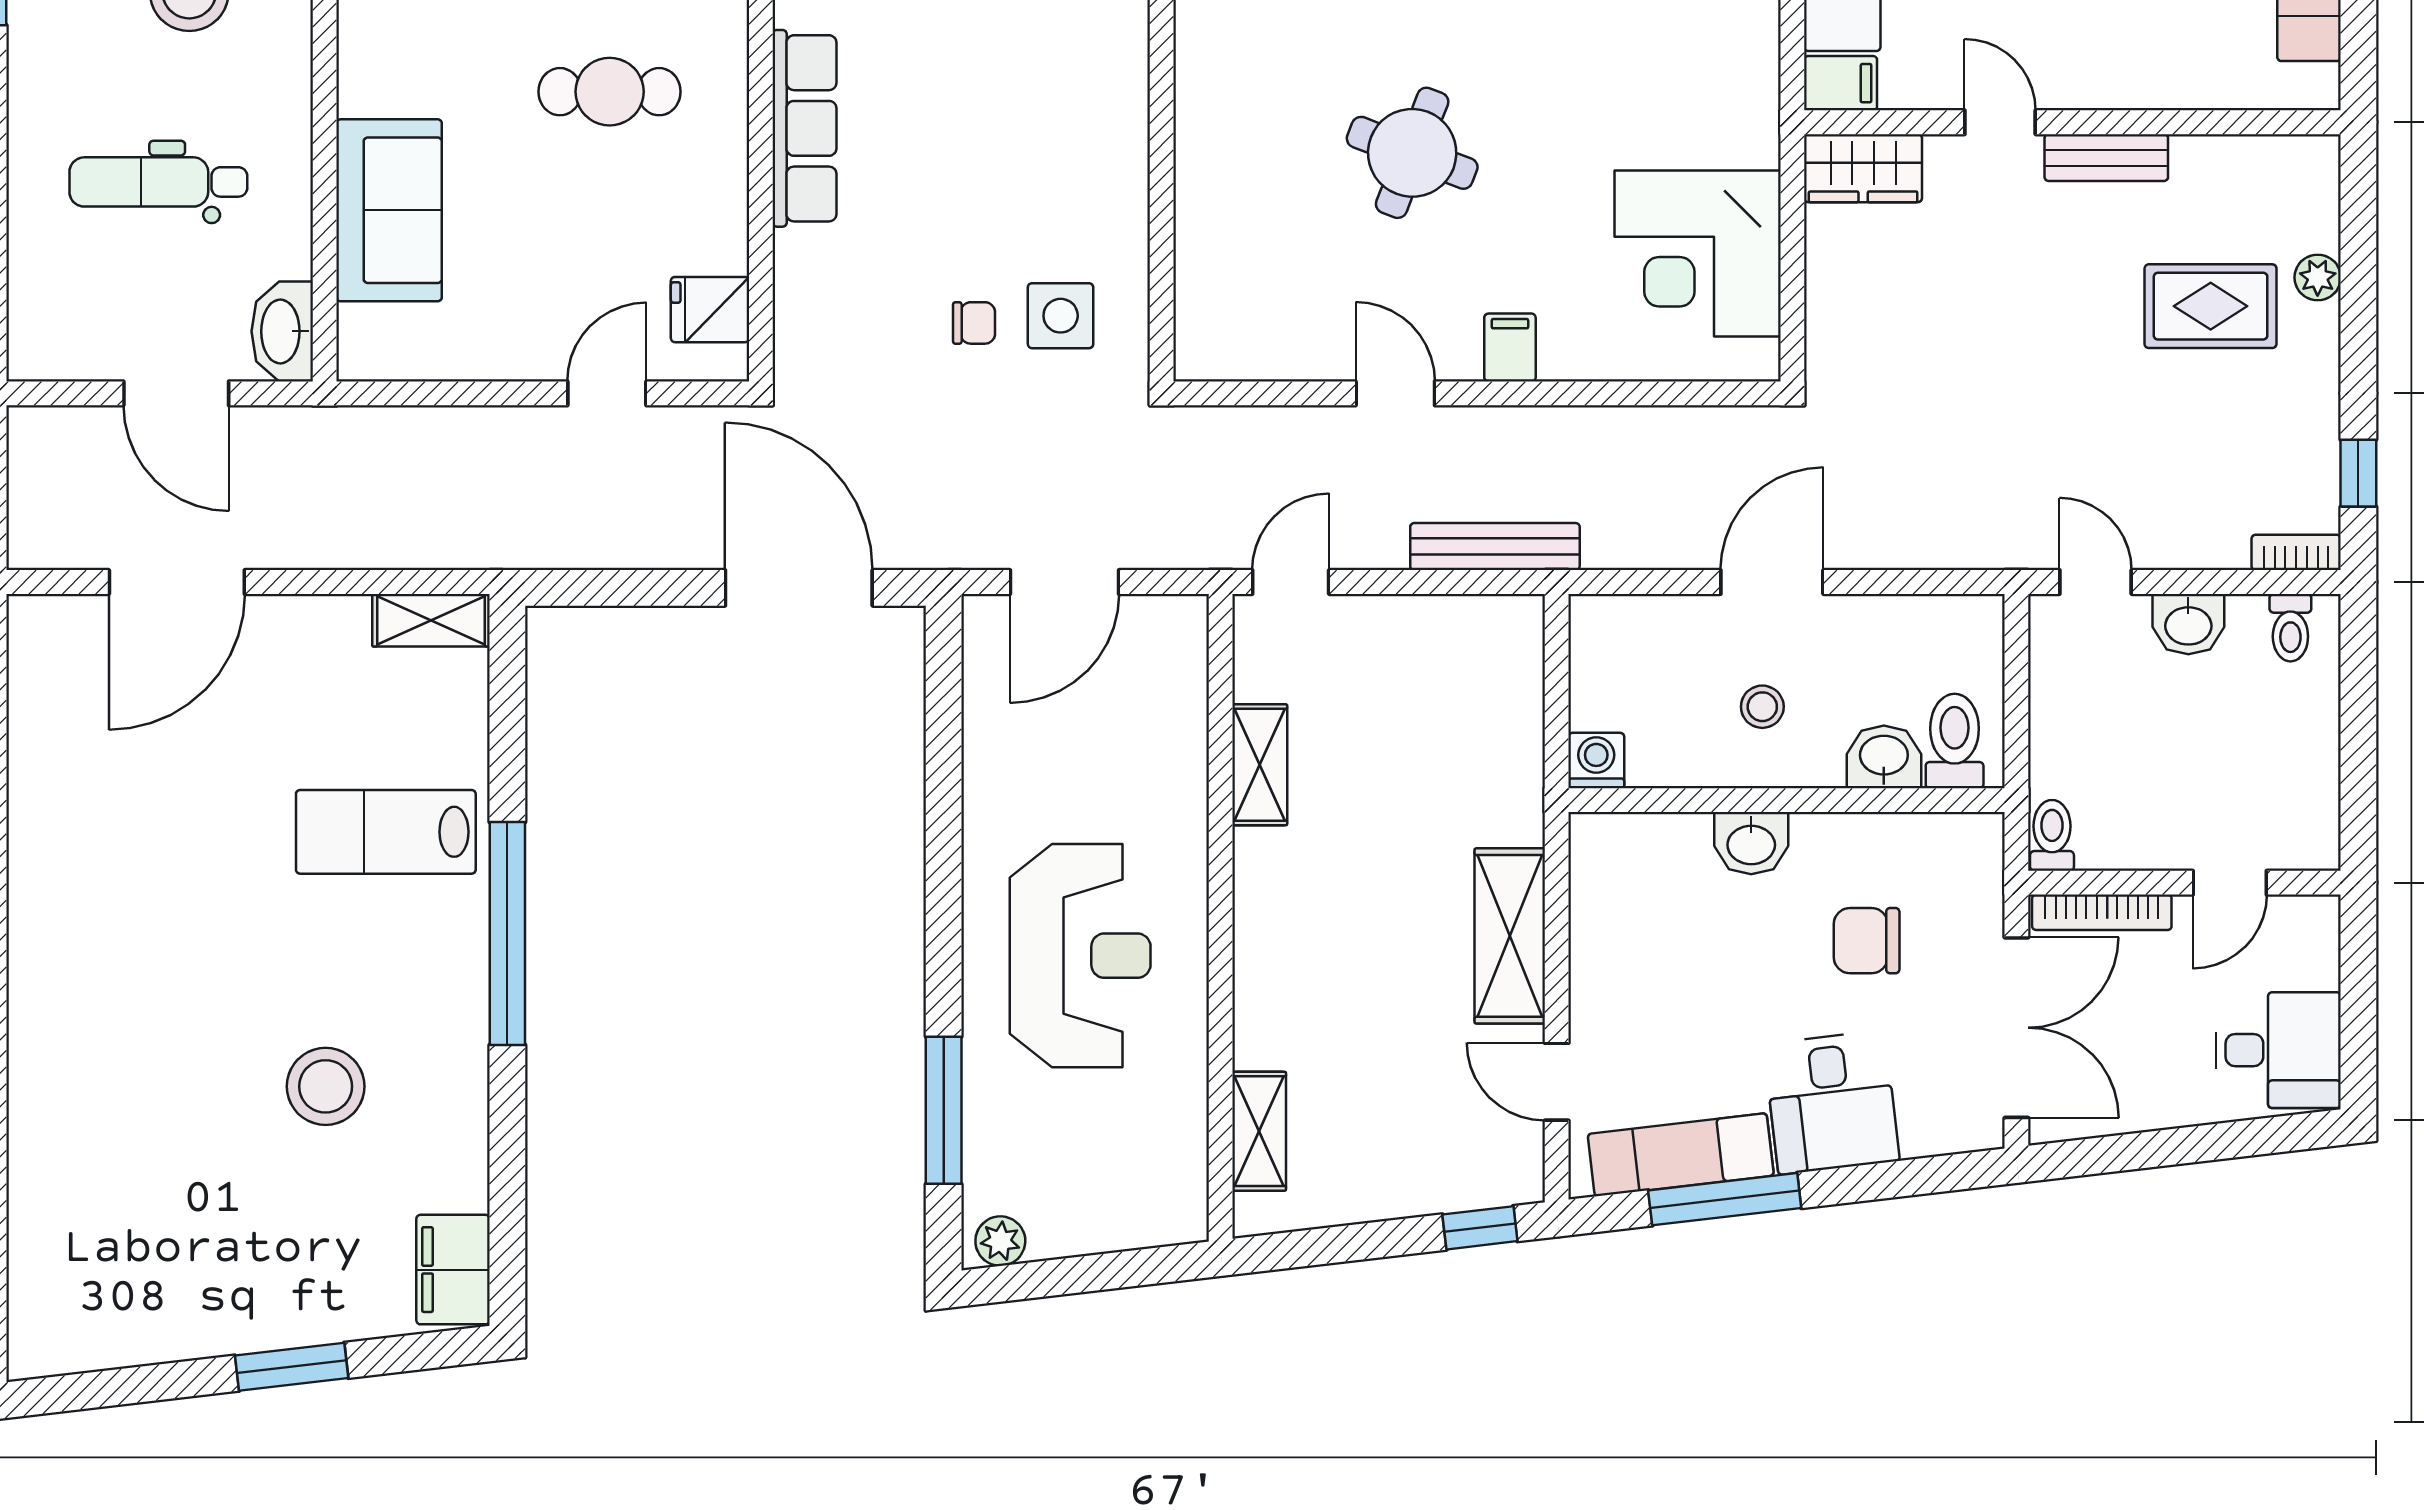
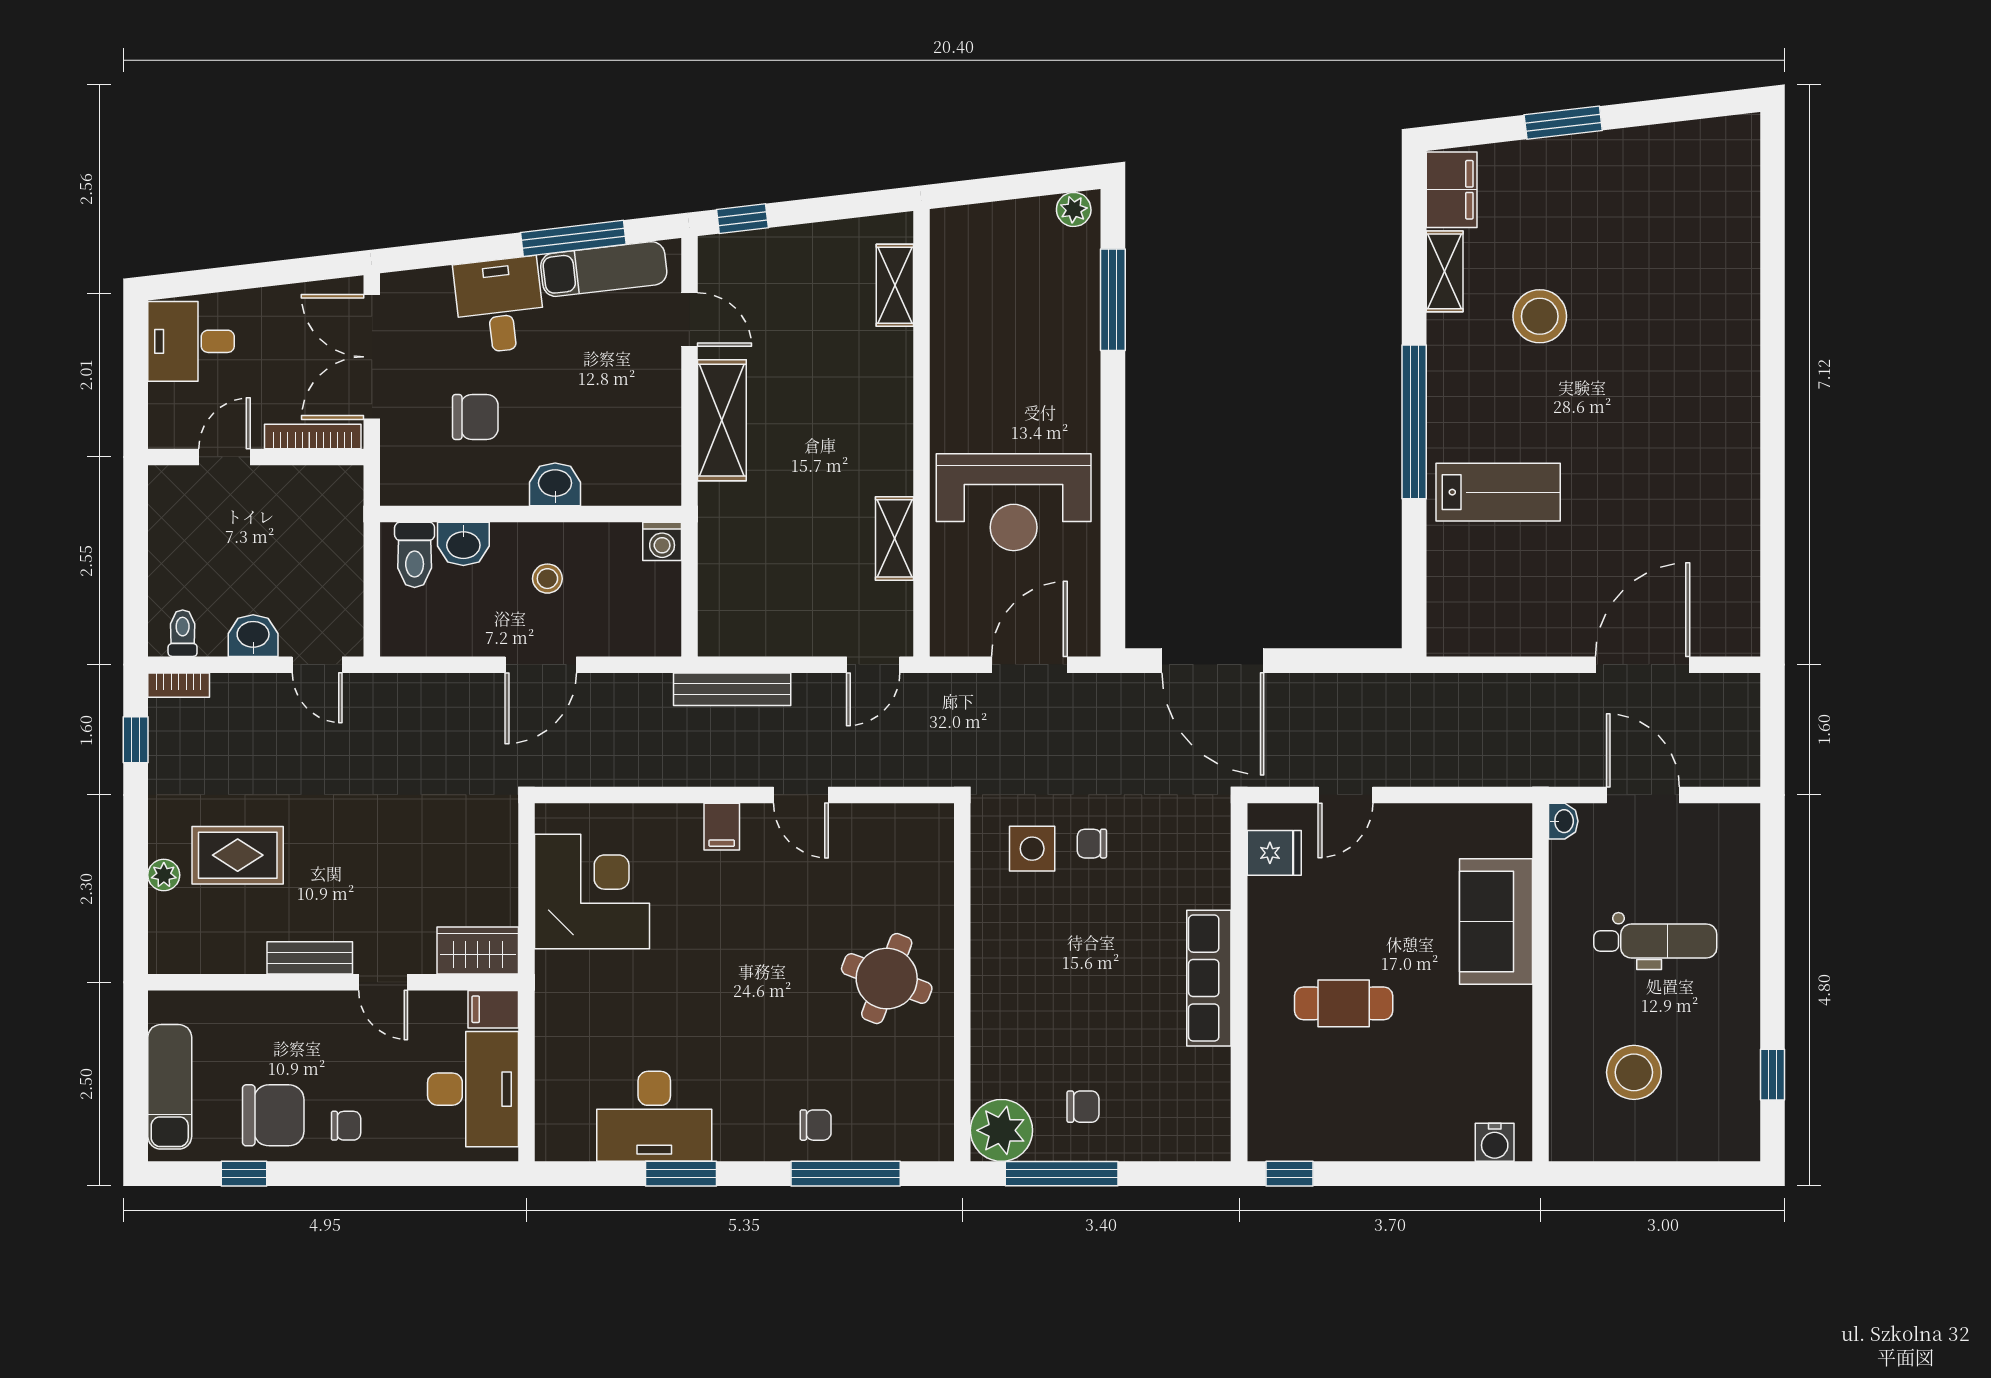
round table: (1412, 153) -> (887, 979), moved
washbasin: (282, 331) -> (1563, 821), width x0.52, depth x0.69
shelving: (431, 620) -> (1445, 271), moved, turned 90
toilet: (2052, 835) -> (347, 490), removed
reception desk: (1080, 956) -> (1014, 502), moved, turned -90

